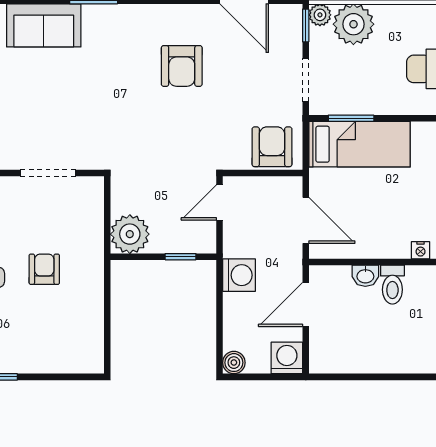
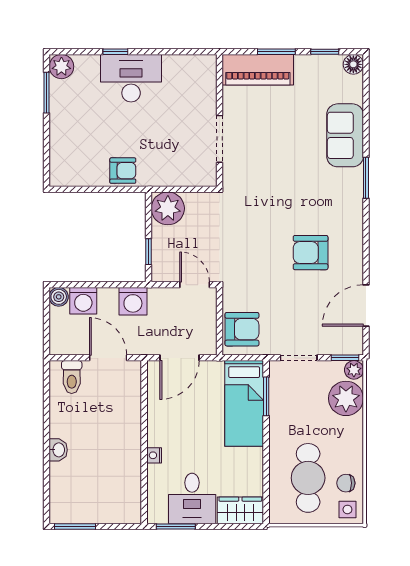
armchair: (44, 269) -> (123, 171), moved
washbasin: (365, 276) -> (58, 450), moved, turned 180
toilet: (392, 285) -> (72, 377), moved, turned -90
washing machine: (287, 358) -> (83, 301), moved, turned 90

